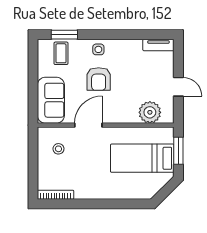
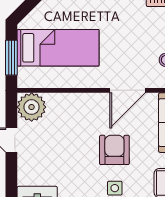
plant: (150, 112) -> (32, 107), moved

